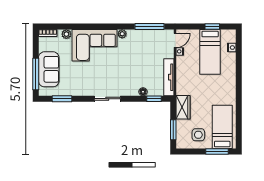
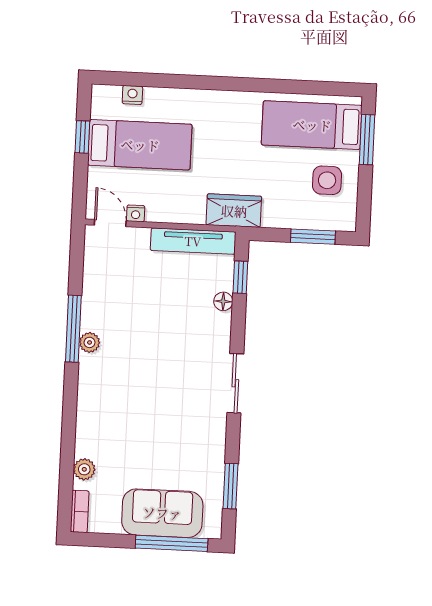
window: (149, 26) -> (73, 329), moved
corner sofa: (94, 45) -> (113, 407), removed
wardrobe: (183, 107) -> (234, 211), moved

